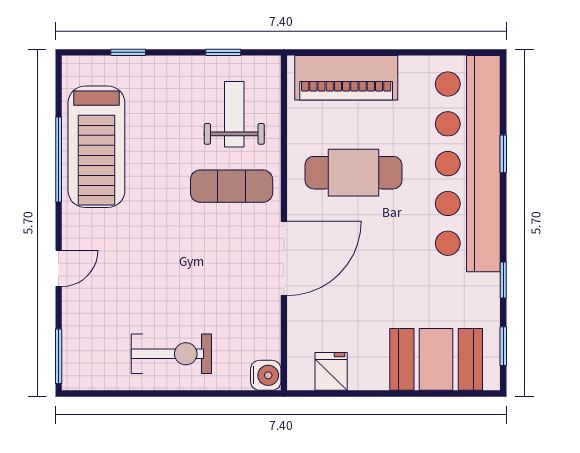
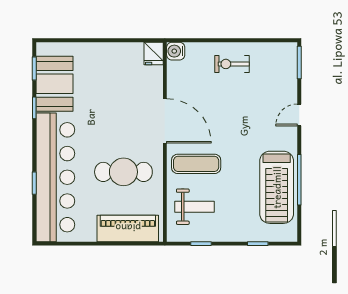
weight bench: (234, 114) -> (195, 207), turned -90
treadmill: (96, 147) -> (277, 187), turned 180
door: (284, 258) -> (165, 121), swing flipped
exercise bike: (171, 354) -> (232, 64), width x0.73, depth x0.72
booth: (436, 359) -> (55, 84), moved, turned 90
fridge: (331, 371) -> (154, 53), moved

